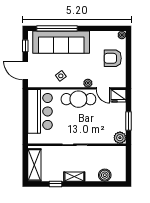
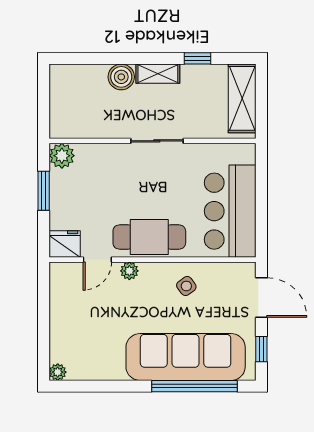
armchair: (113, 58) -> (77, 323), removed
door: (103, 88) -> (97, 260), swing flipped
boiler: (105, 175) -> (121, 77), moved

